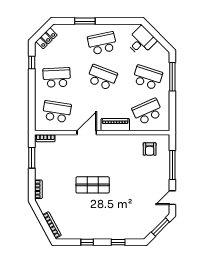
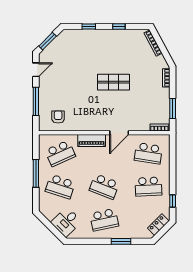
window: (172, 77) -> (36, 173), moved

